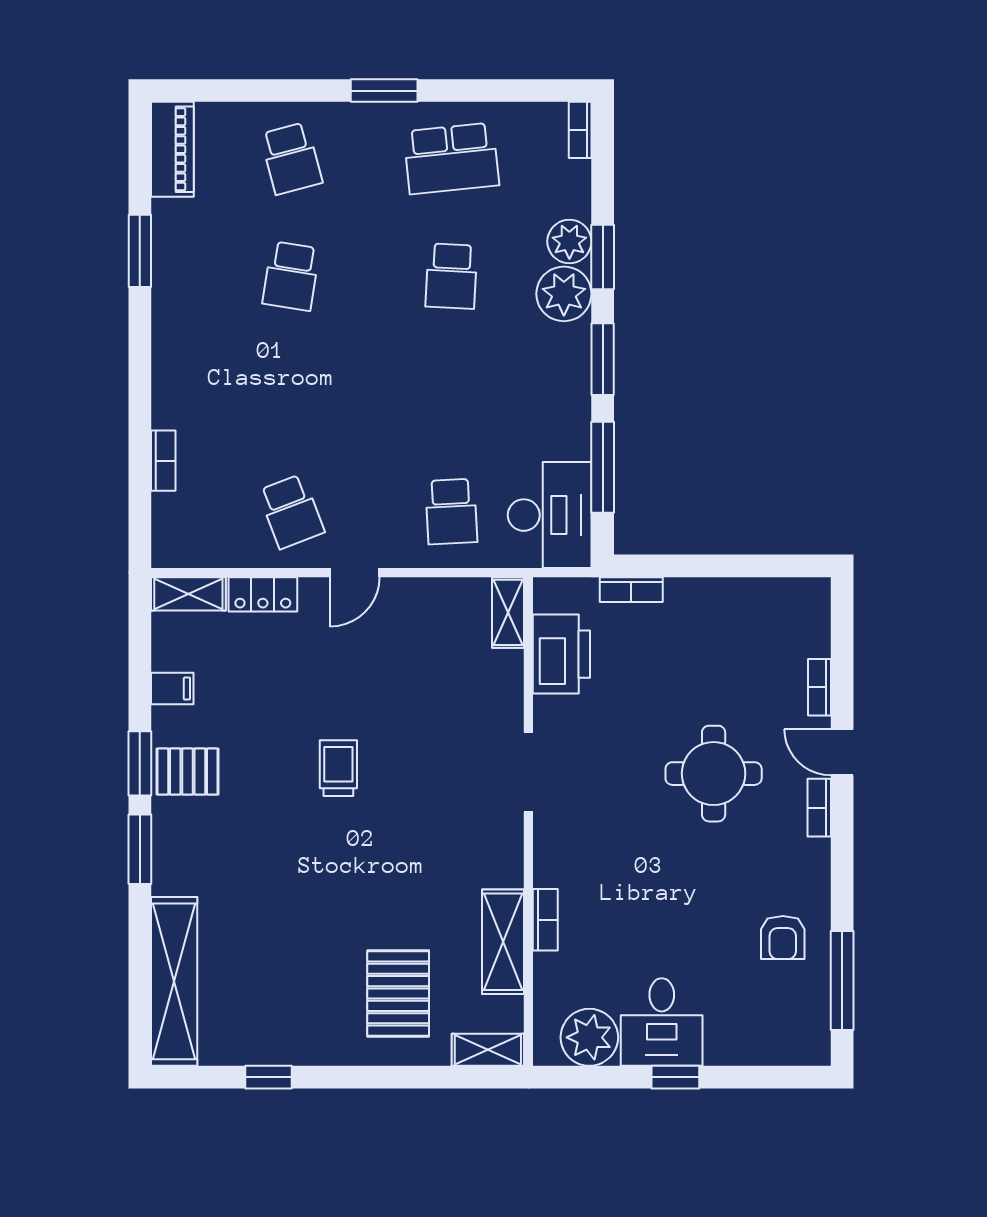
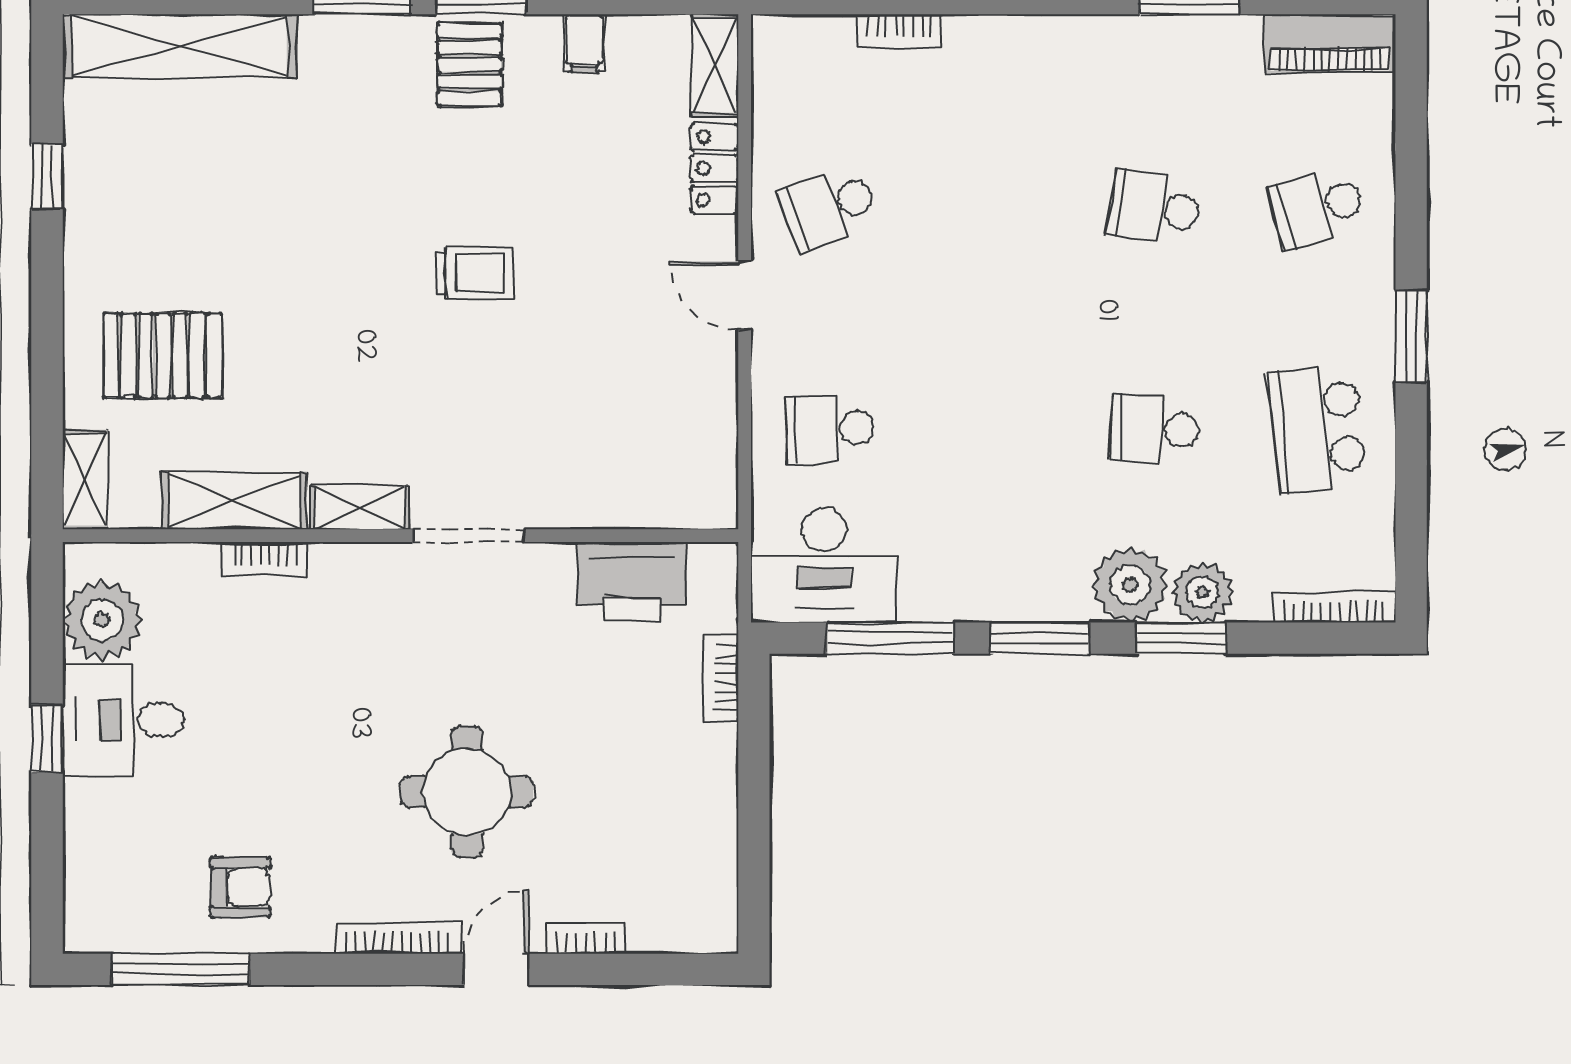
bookcase: (580, 130) -> (1335, 607), width x1.56
shelving: (508, 612) -> (360, 508), moved
bookcase: (819, 808) -> (397, 938), width x1.56
armchair: (783, 938) -> (240, 887), turned 180

